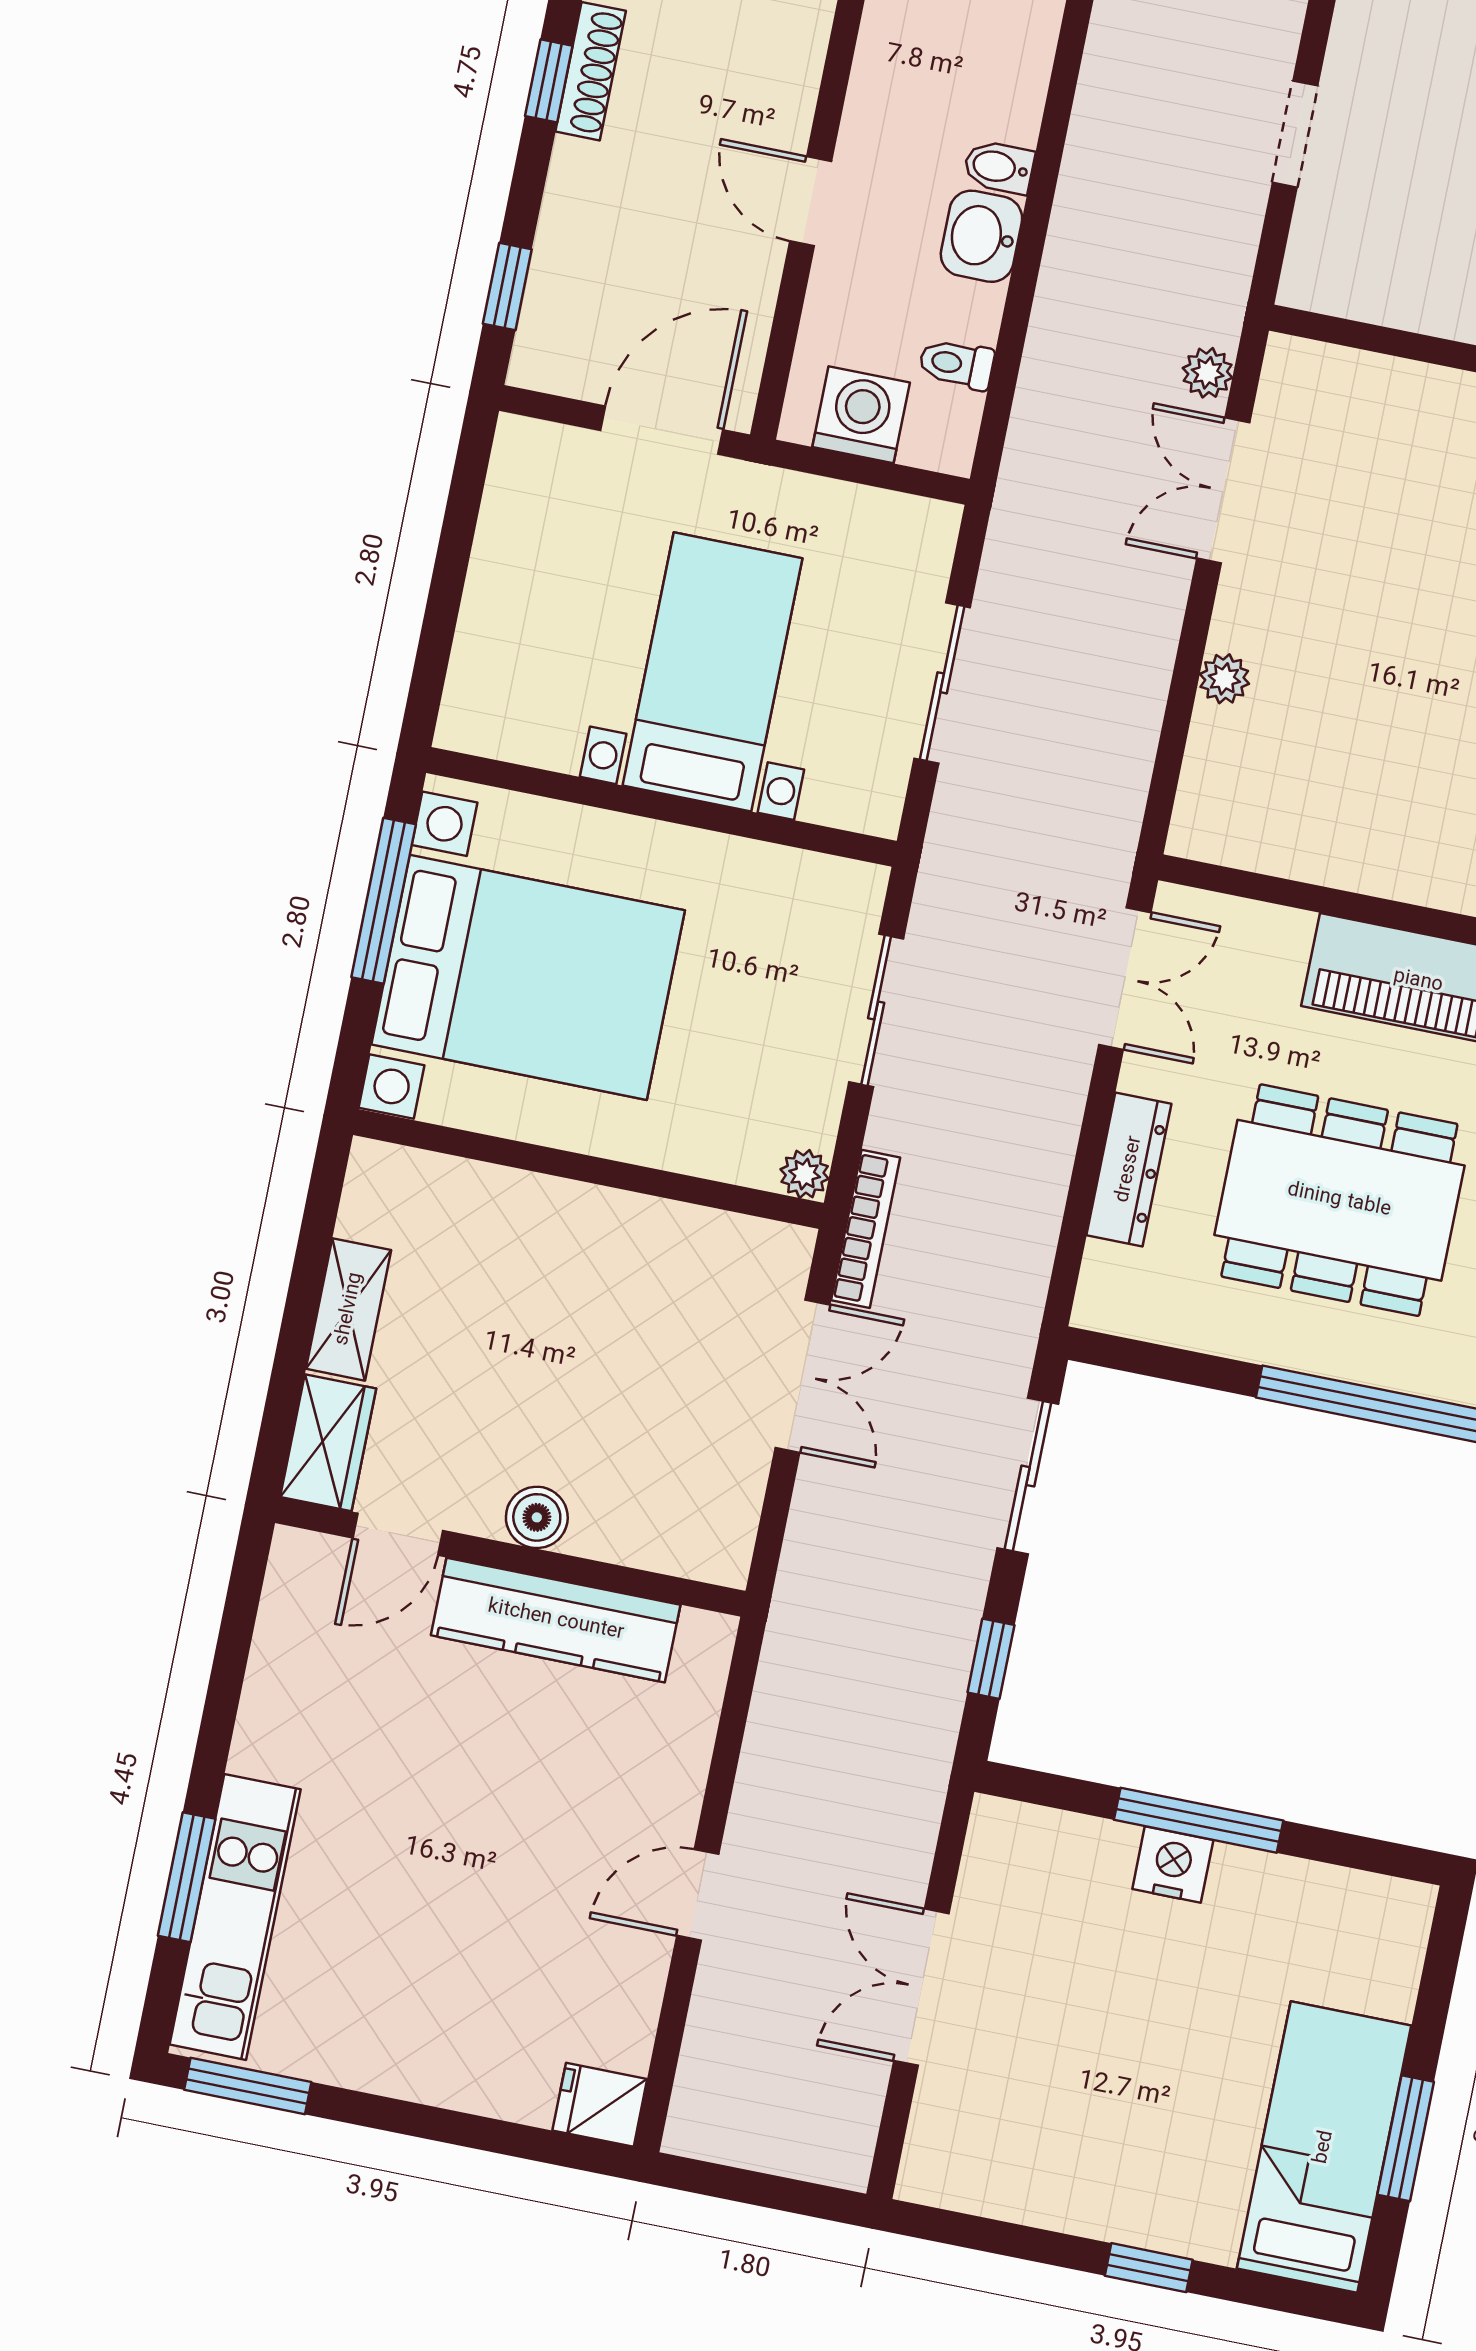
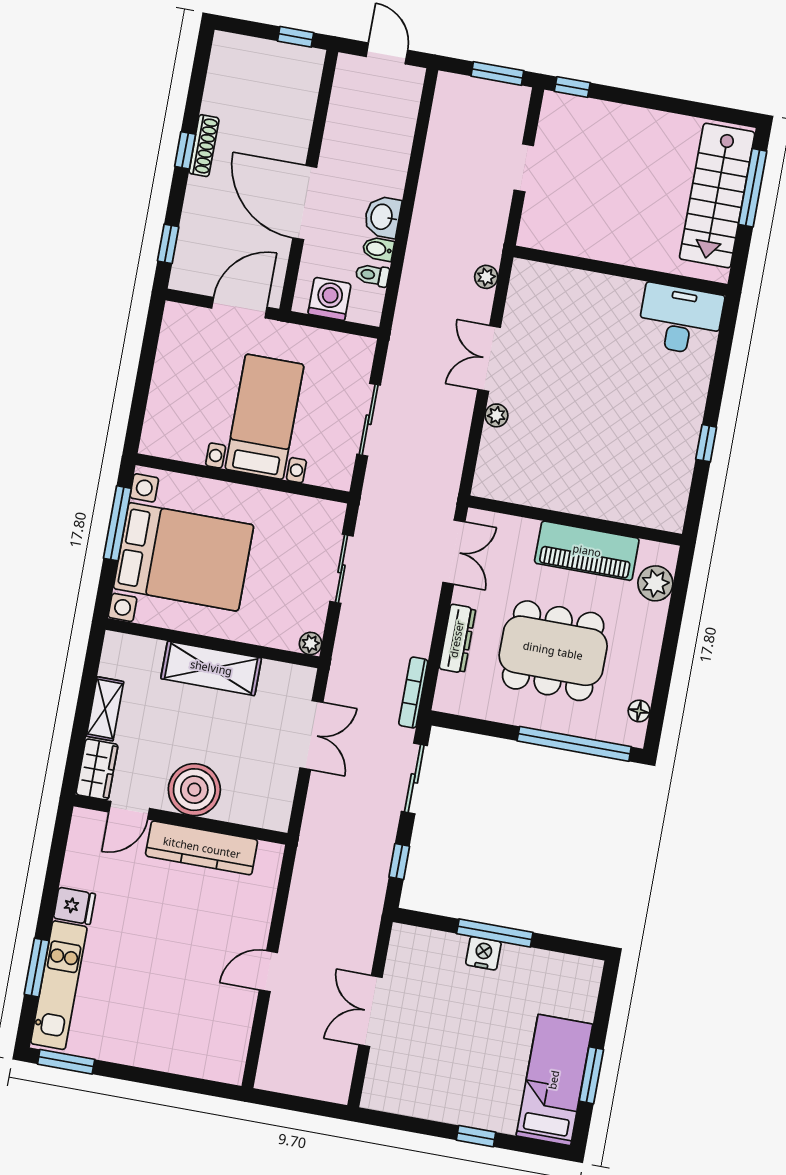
bidet: (999, 167) -> (378, 249), moved
door: (811, 201) -> (305, 203), width x1.87
double door: (1223, 490) -> (489, 358), moved
shelving: (584, 1225) -> (211, 668), added
bookcase: (866, 1229) -> (413, 692), moved, turned 180
boiler: (537, 1517) -> (194, 790), width x1.86, depth x1.86
fridge: (600, 2105) -> (74, 906), moved, turned 180

